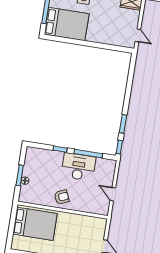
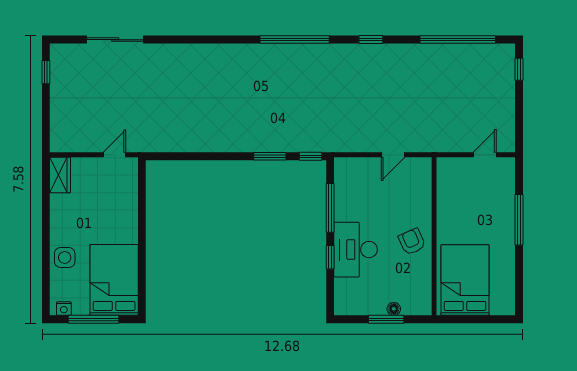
desk: (78, 167) -> (356, 250), moved

